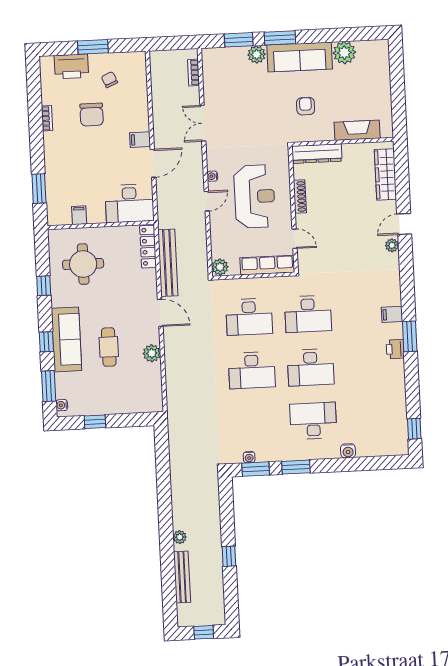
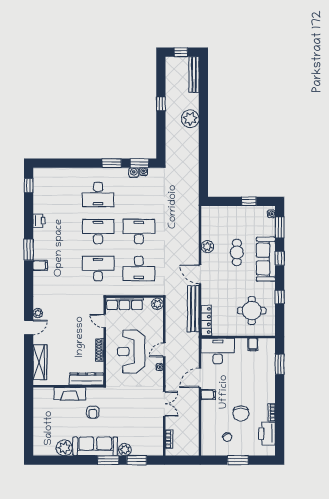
printer: (71, 66) -> (267, 434), moved, turned -90
chair: (92, 115) -> (241, 414), turned 180
fireplace: (357, 130) -> (70, 394), moved
desk: (249, 317) -> (139, 269), turned 180
printer: (395, 349) -> (39, 221), moved
water cooler: (348, 451) -> (134, 173), moved
plant: (180, 537) -> (190, 119), width x1.88, depth x1.88
bench: (182, 577) -> (194, 75), moved

